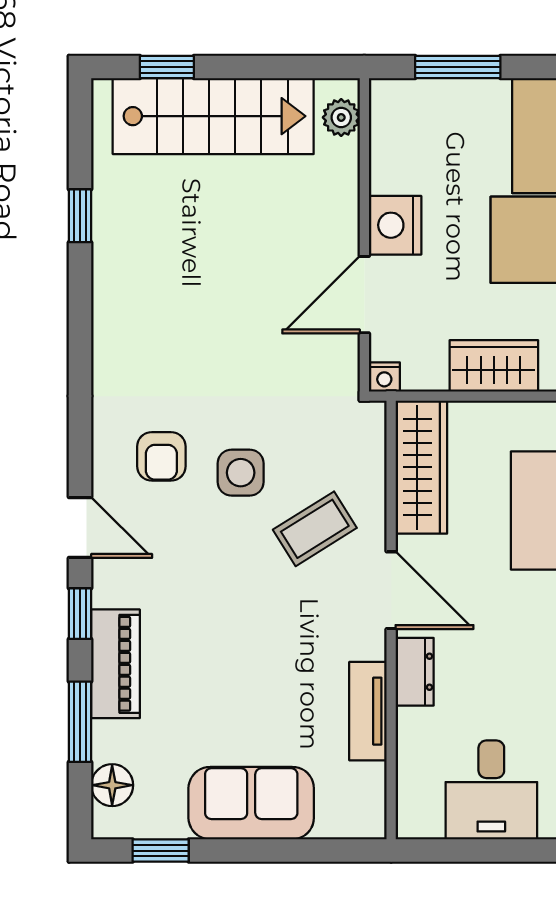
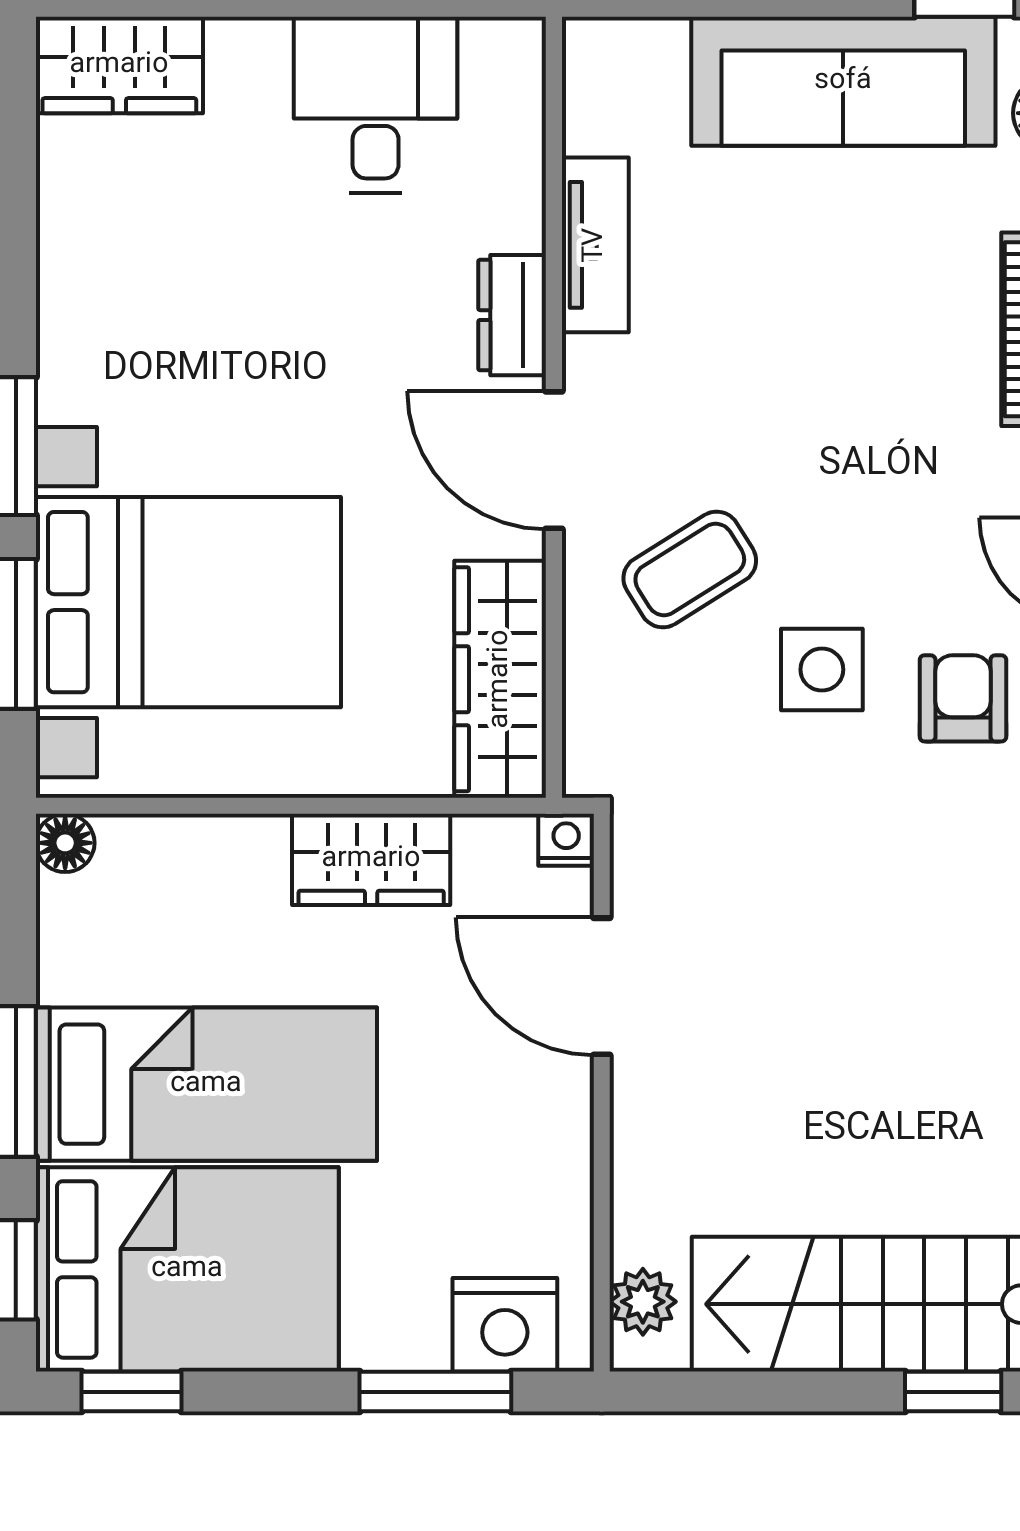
nightstand: (395, 225) -> (505, 1325), moved, turned 90
door: (364, 295) -> (602, 986), swing flipped
sofa: (251, 803) -> (843, 81), width x1.36

